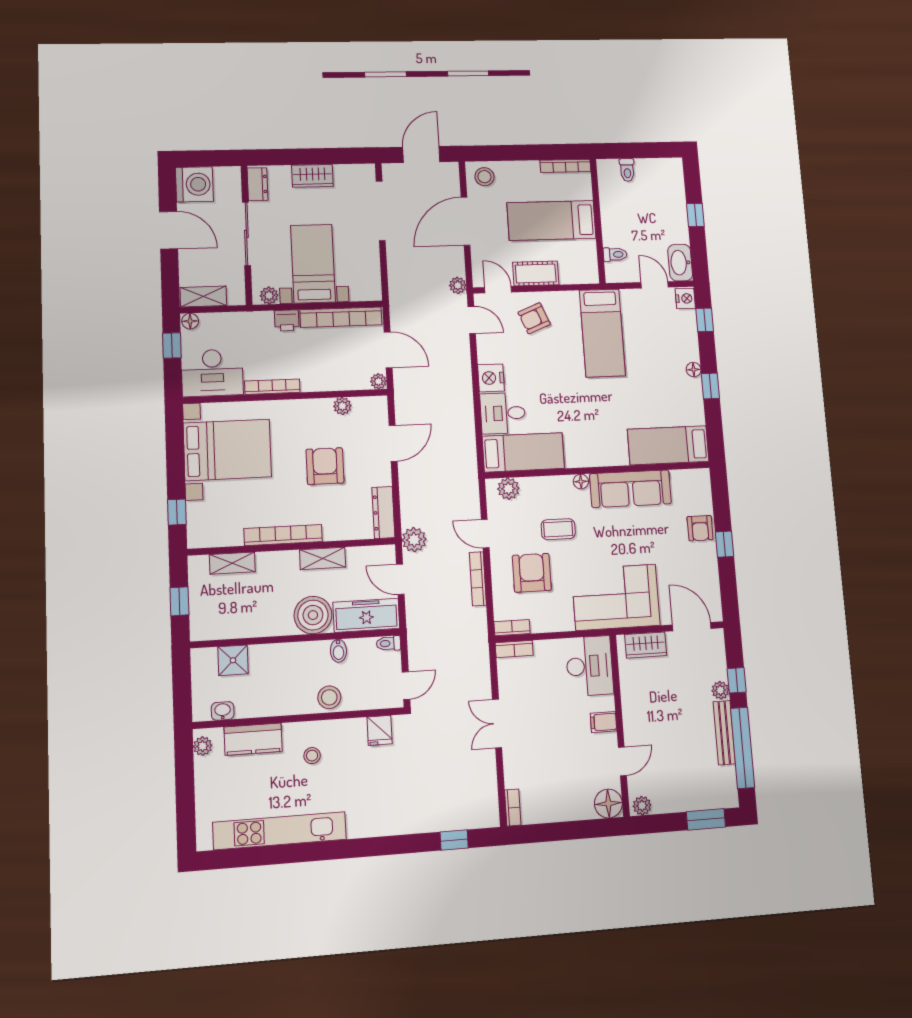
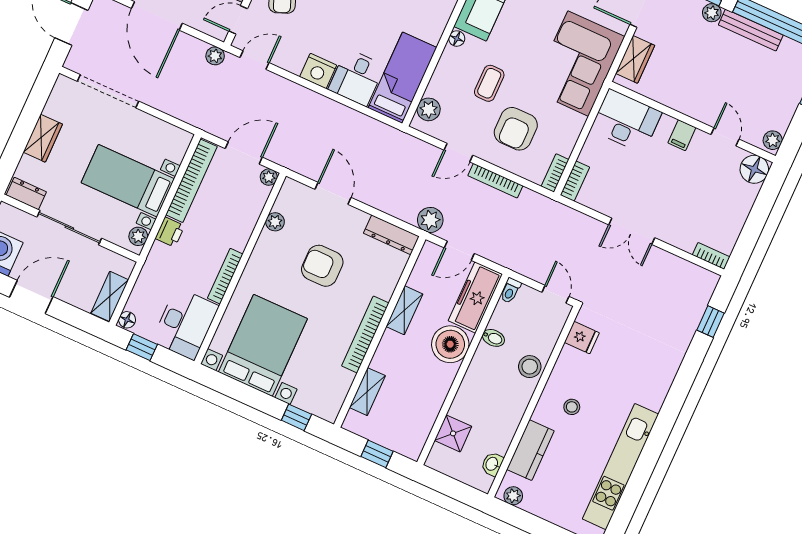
armchair: (532, 573) -> (516, 129), turned -90

